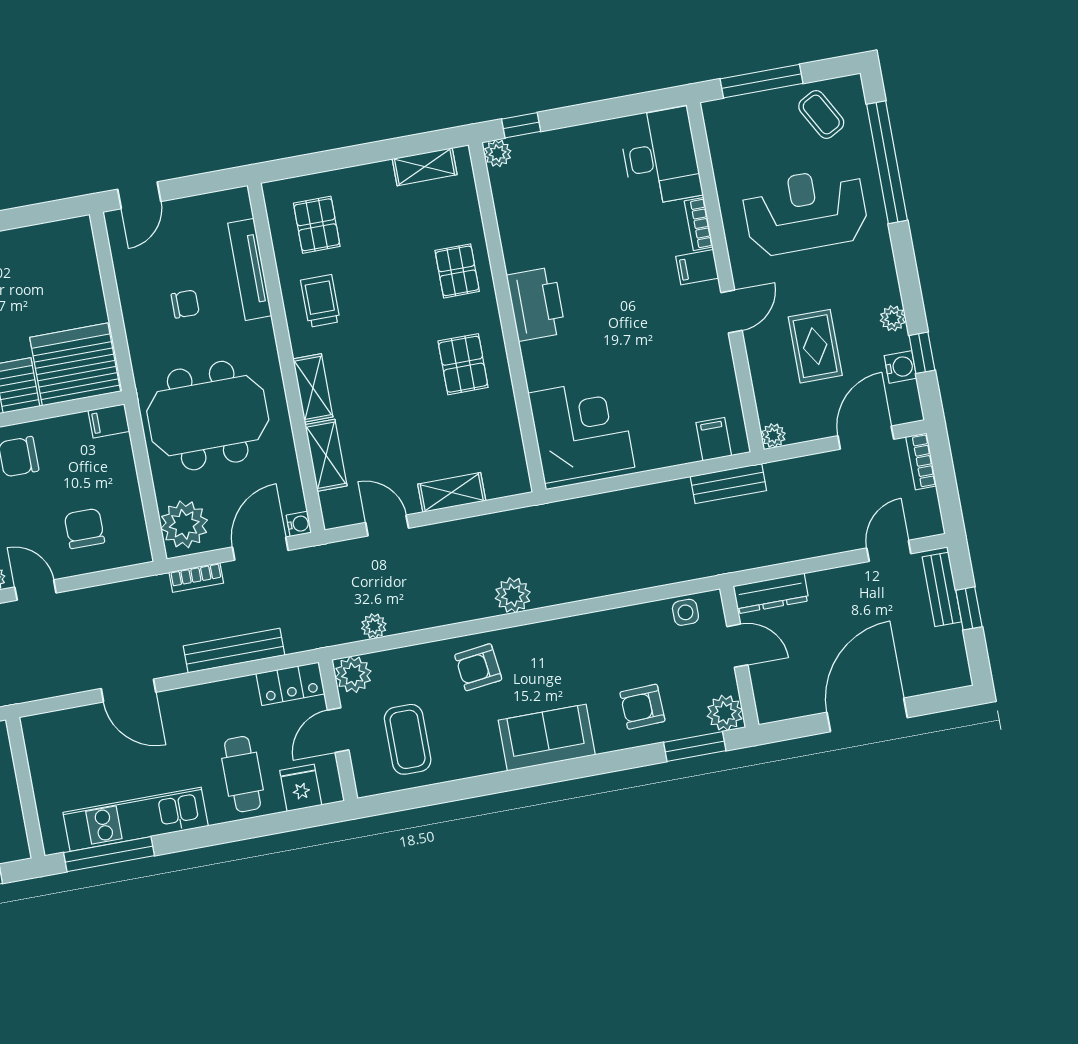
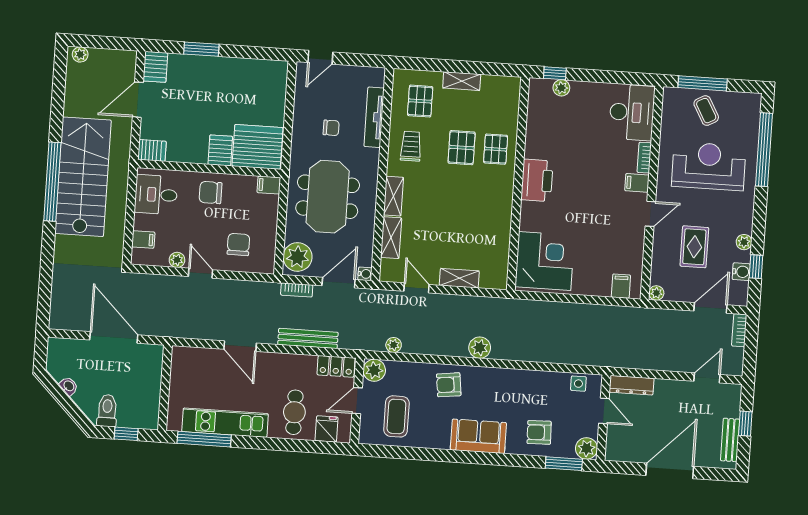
coffee table: (821, 115) -> (706, 111), moved
plant: (498, 153) -> (561, 88), moved
shelving: (425, 167) -> (462, 81), moved
pallet: (463, 364) -> (462, 148), moved
meeting table: (208, 416) -> (328, 197), turned 90
bench: (728, 483) -> (623, 314), removed
bench: (942, 589) -> (730, 440), moved

